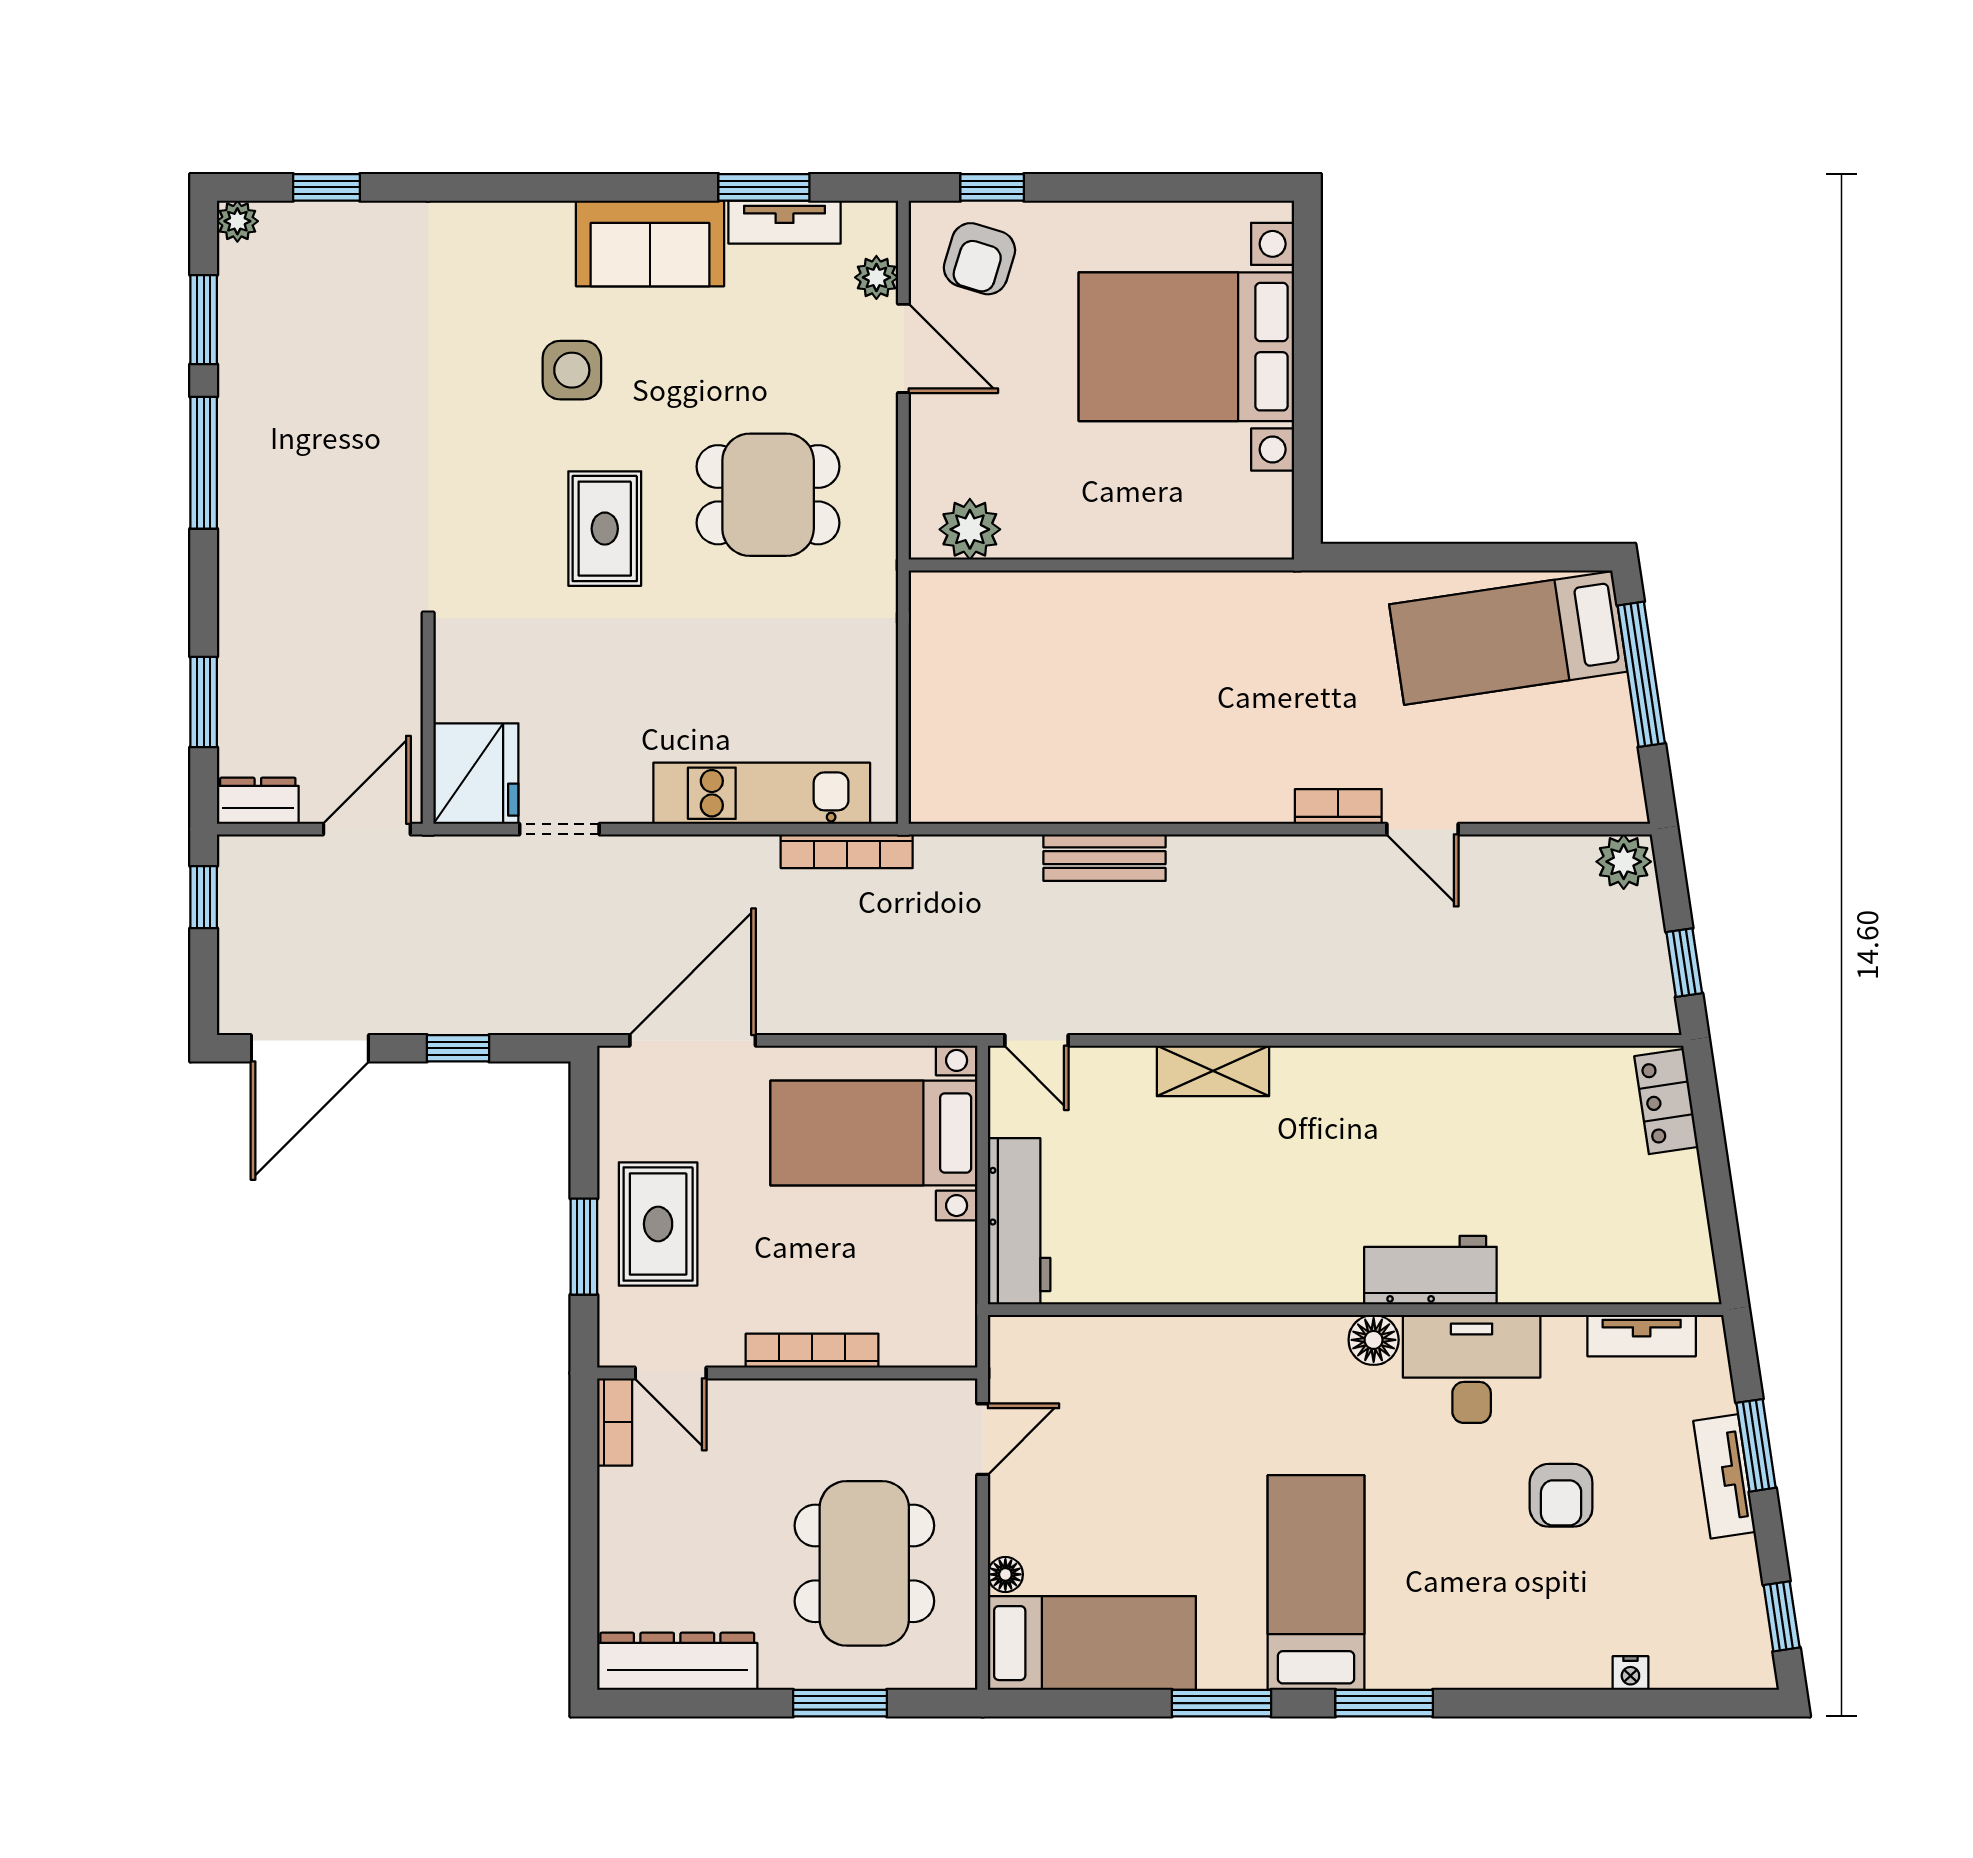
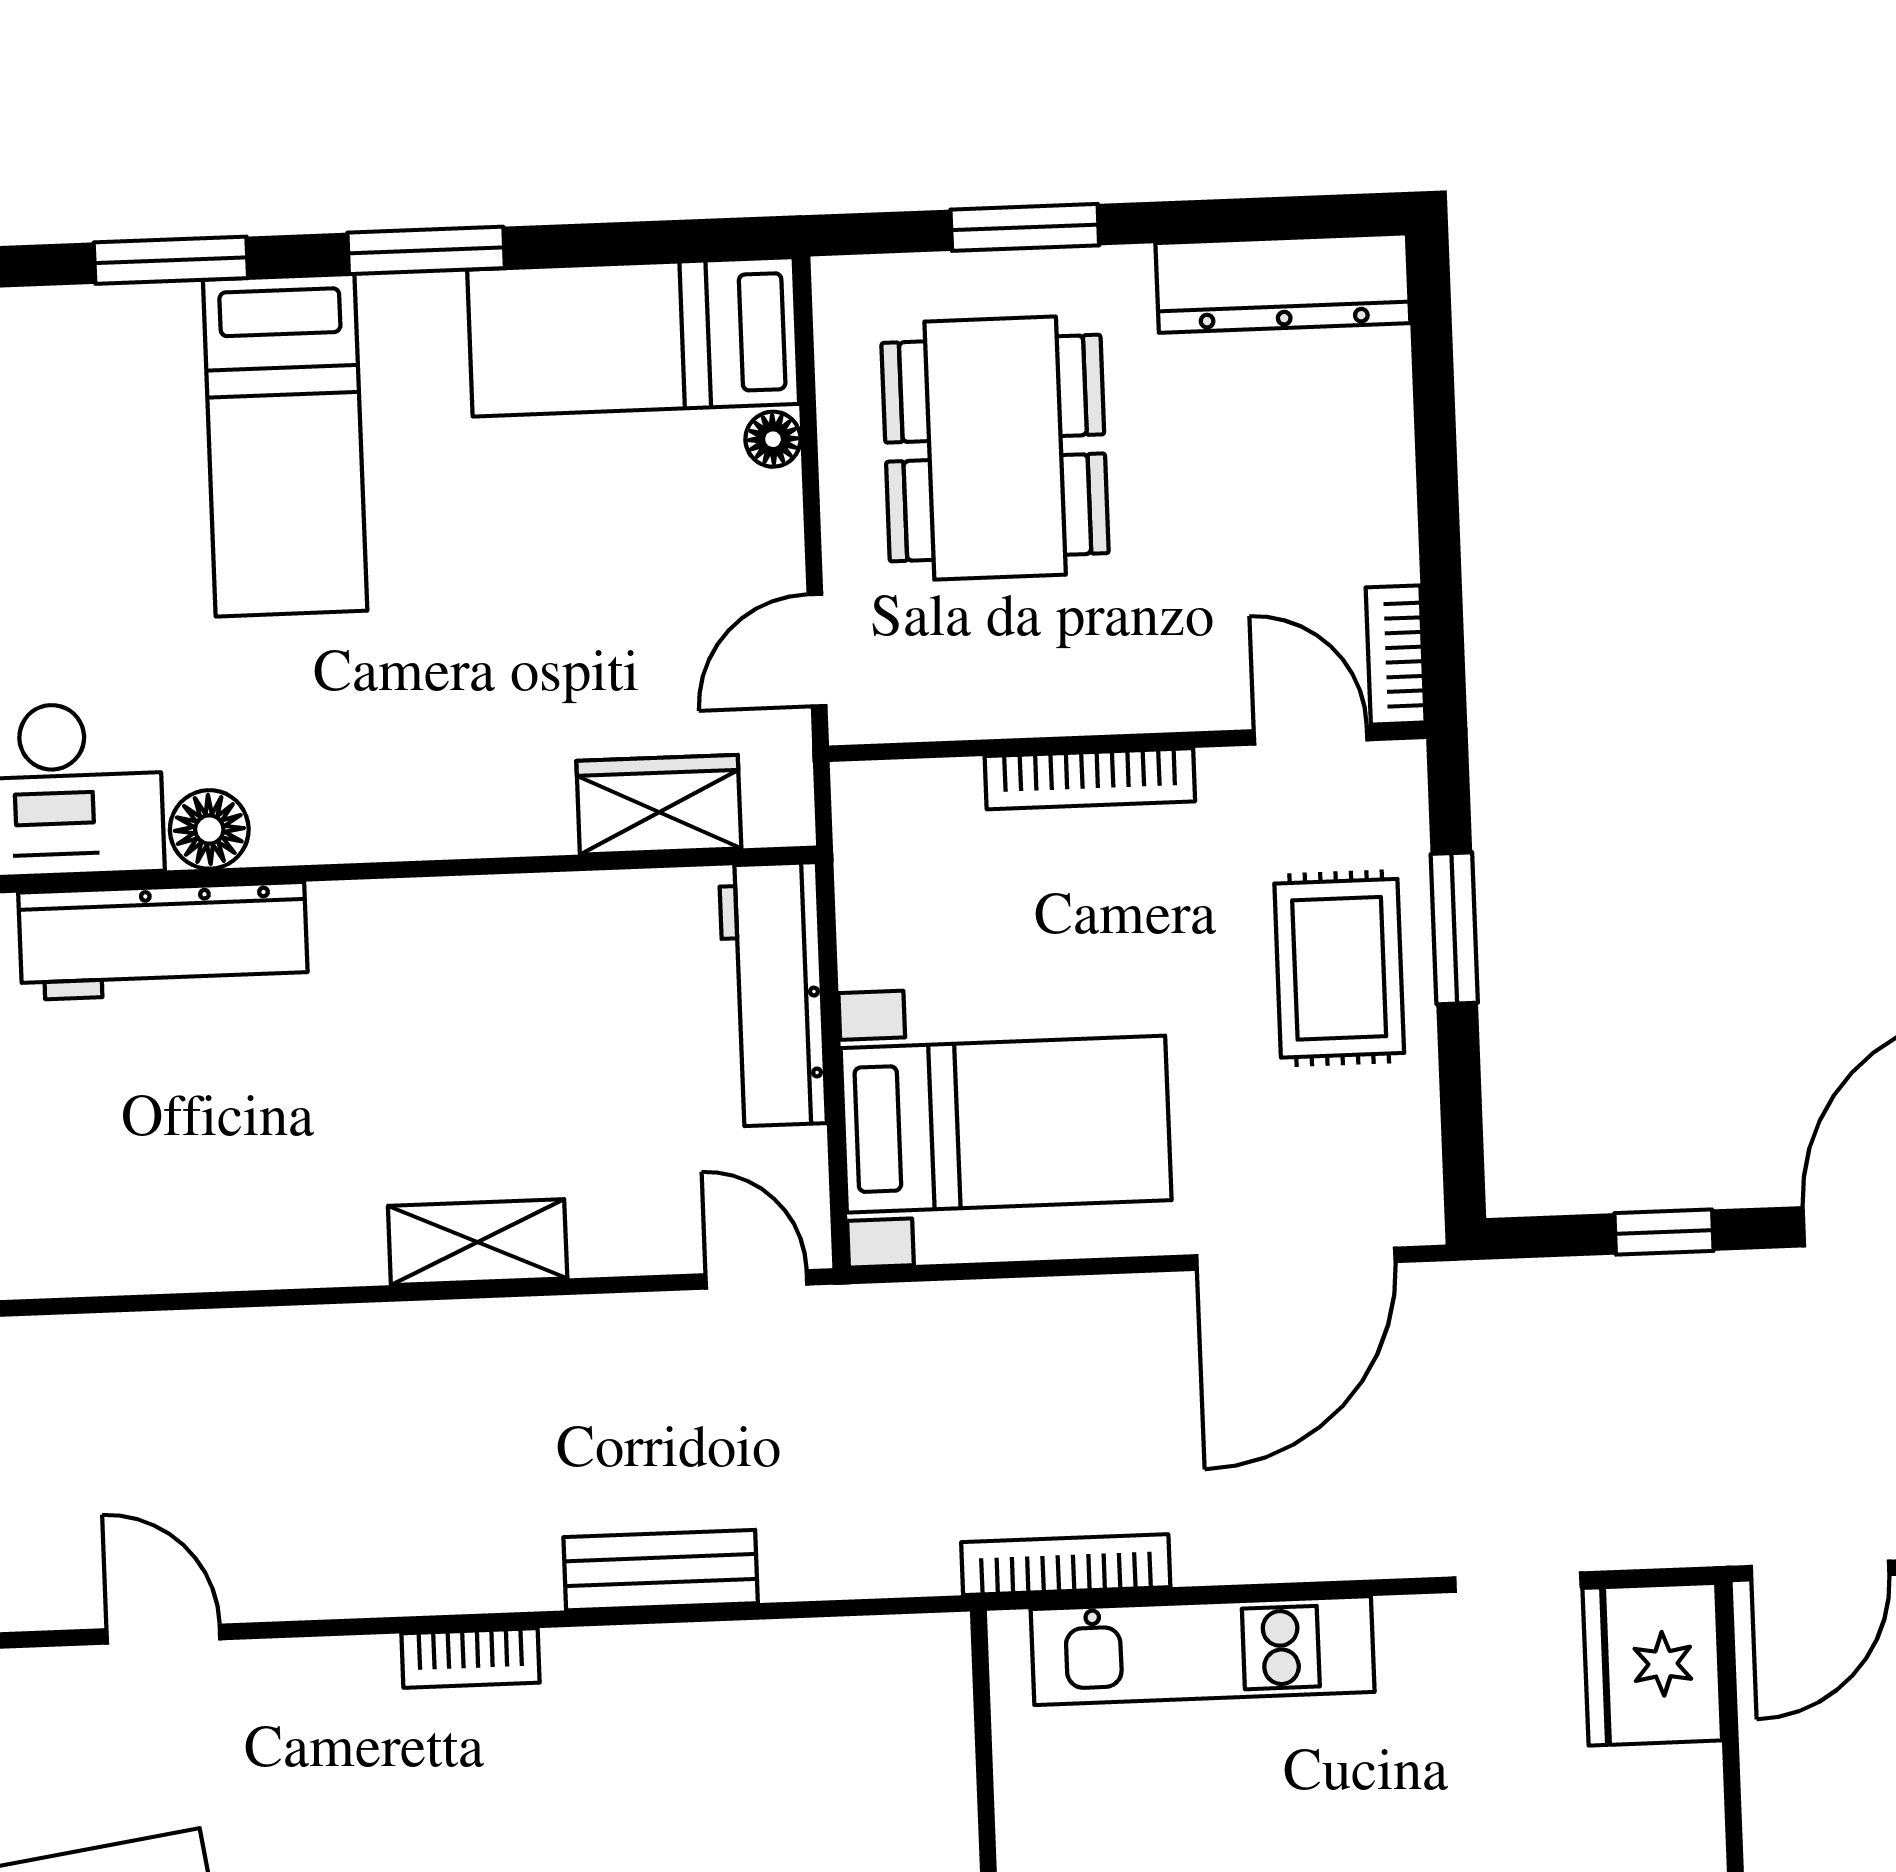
bookcase: (1338, 806) -> (471, 1658), moved
workbench: (1430, 1270) -> (163, 941), width x1.37
wardrobe: (1087, 1345) -> (659, 805), added

